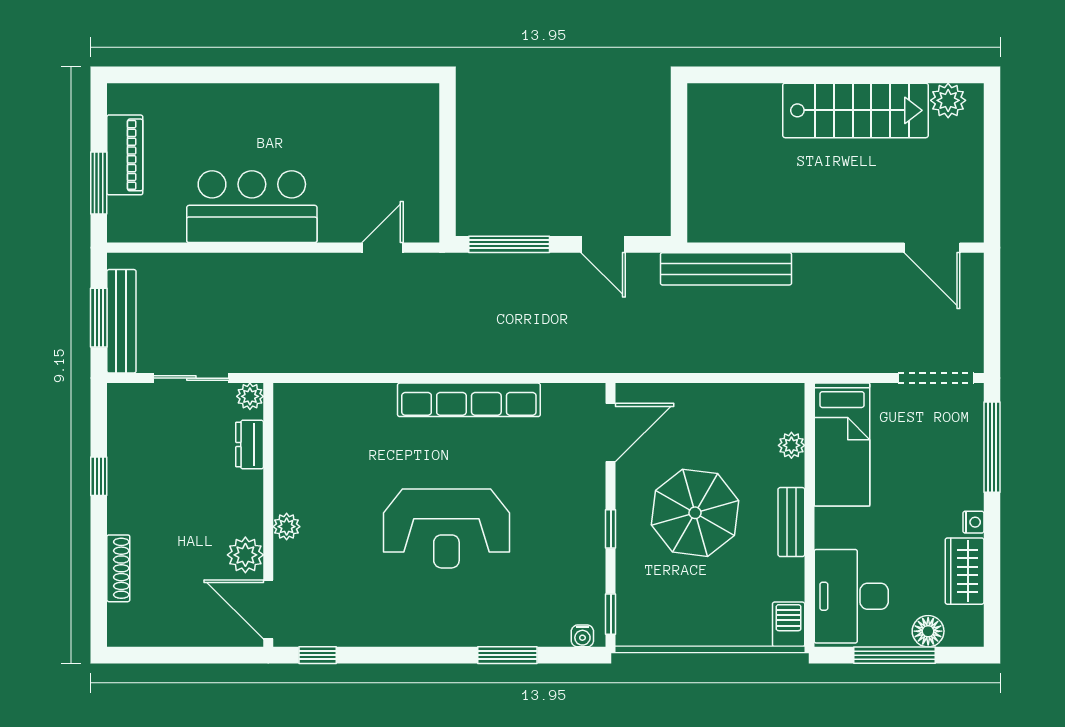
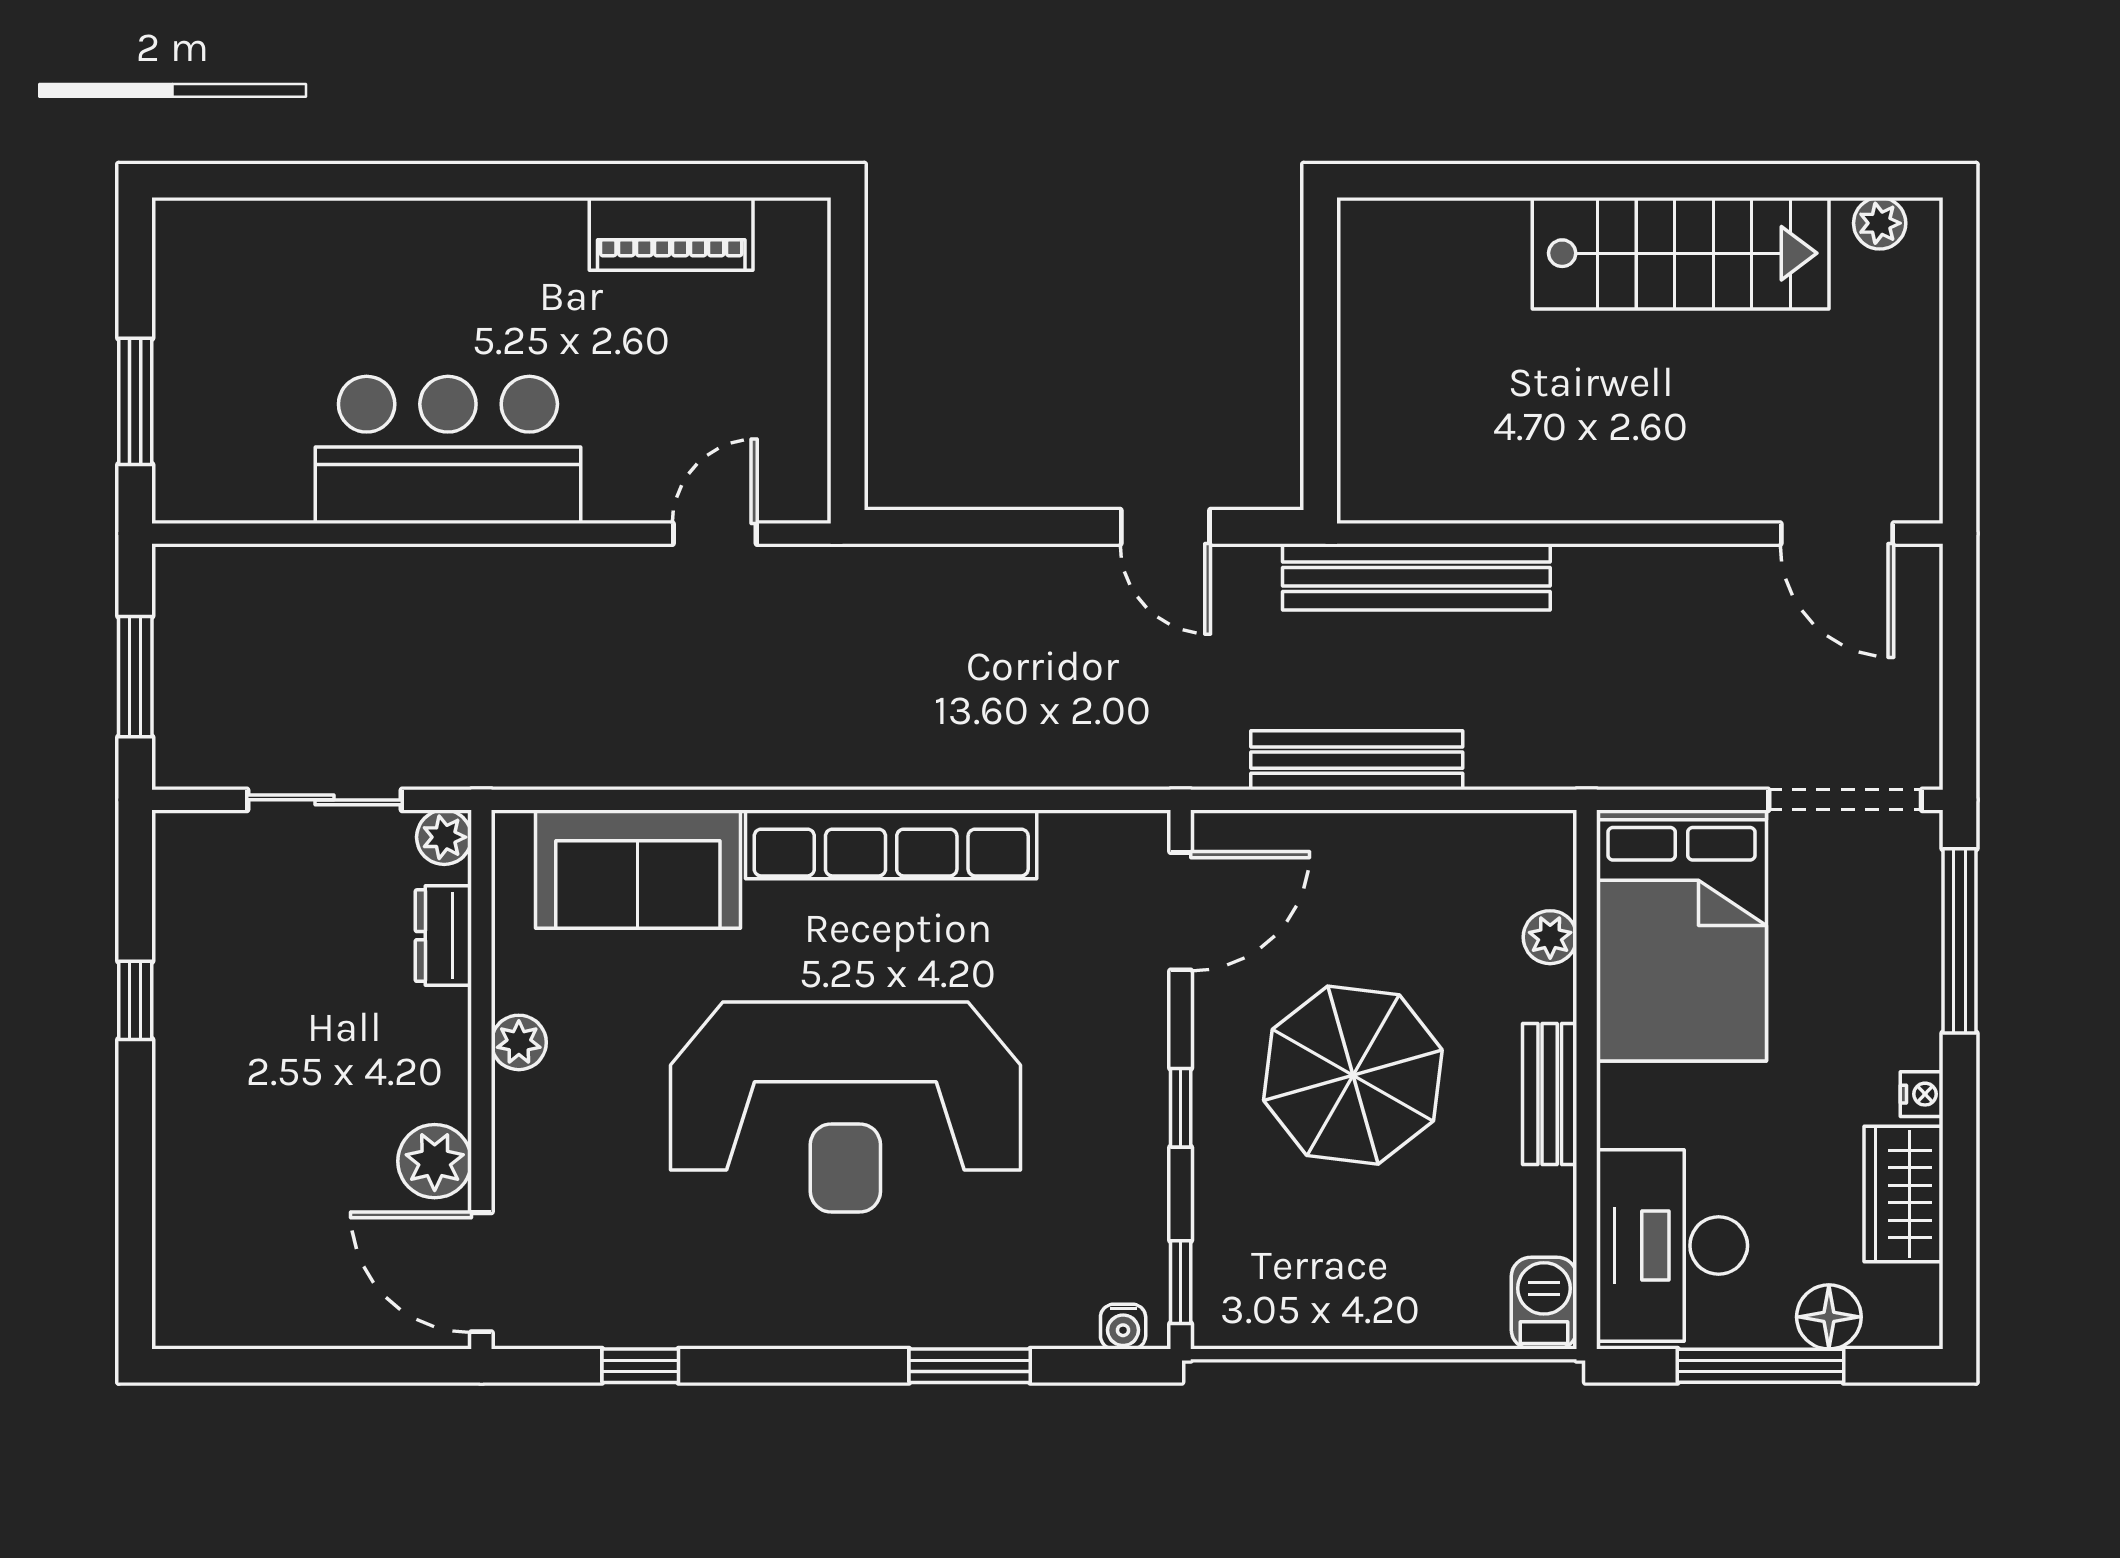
plant: (948, 100) -> (1880, 223), width x0.73, depth x0.73
piano: (125, 155) -> (671, 234), moved, turned 90
window: (509, 244) -> (973, 527), removed
bench: (121, 321) -> (1357, 760), moved, turned 90
sofa: (345, 412) -> (638, 869), added
bed: (842, 444) -> (1681, 936), width x1.50
plant: (287, 527) -> (519, 1042), moved
reception desk: (446, 528) -> (845, 1107), width x1.36, depth x1.30
shoe rack: (118, 568) -> (175, 1188), removed
window: (318, 655) -> (640, 1366), moved

